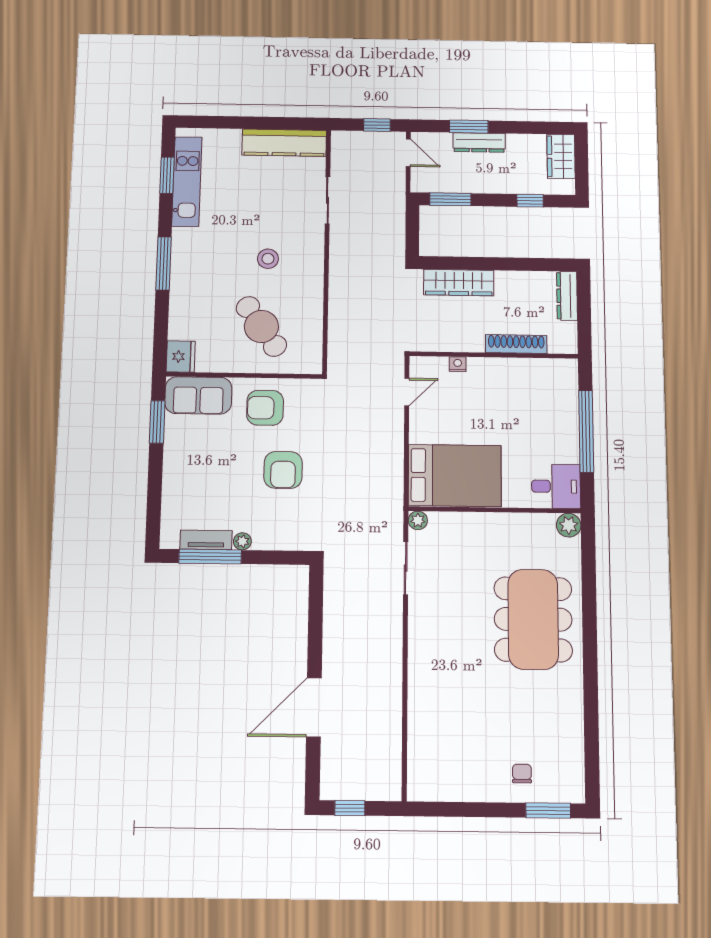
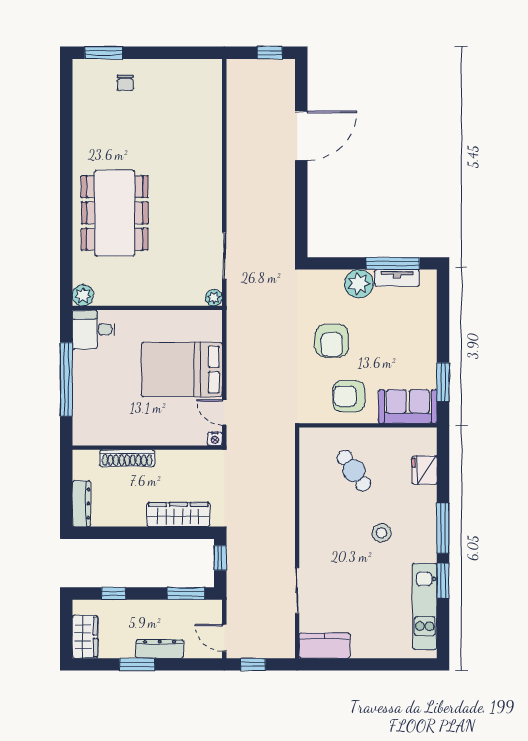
window: (469, 127) -> (137, 664), moved
kitchen counter: (284, 143) -> (325, 646), width x0.67
window: (167, 175) -> (443, 581), moved
window: (412, 236) -> (220, 558), added
stool: (268, 259) -> (382, 533), moved
cafe table: (261, 326) -> (354, 471), width x0.73, depth x0.74
fridge: (181, 357) -> (425, 470), moved
nightstand: (458, 364) -> (215, 439), moved
door: (407, 392) -> (224, 413), hinge flipped
armchair: (265, 408) -> (349, 396), turned 180
armchair: (283, 470) -> (332, 341), turned 180
bed: (455, 475) -> (182, 370), moved
plant: (242, 541) -> (359, 284), width x1.87, depth x1.87

